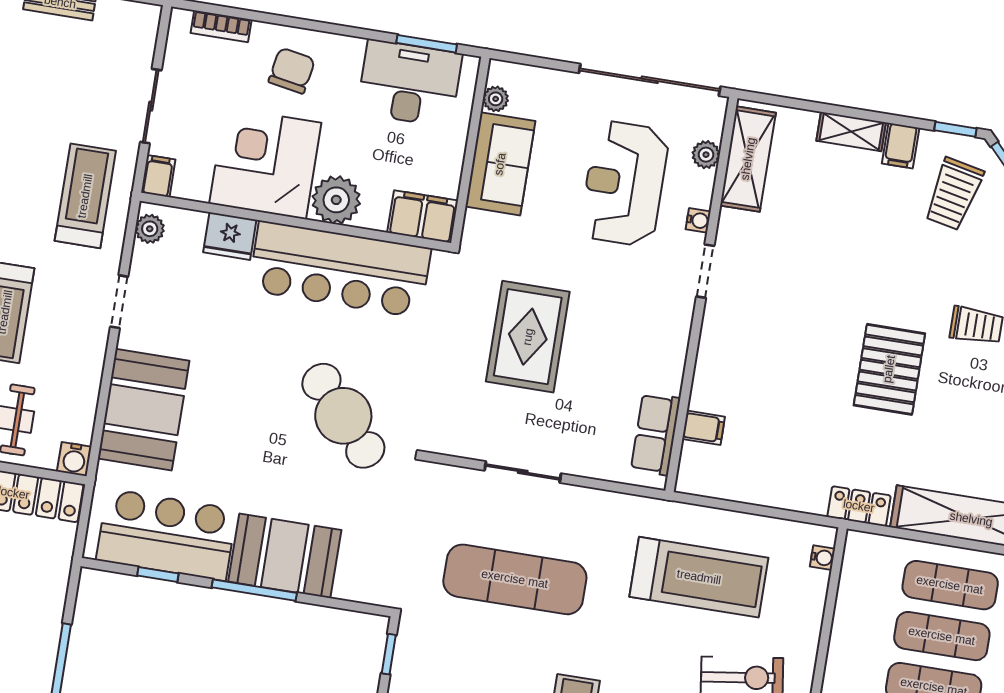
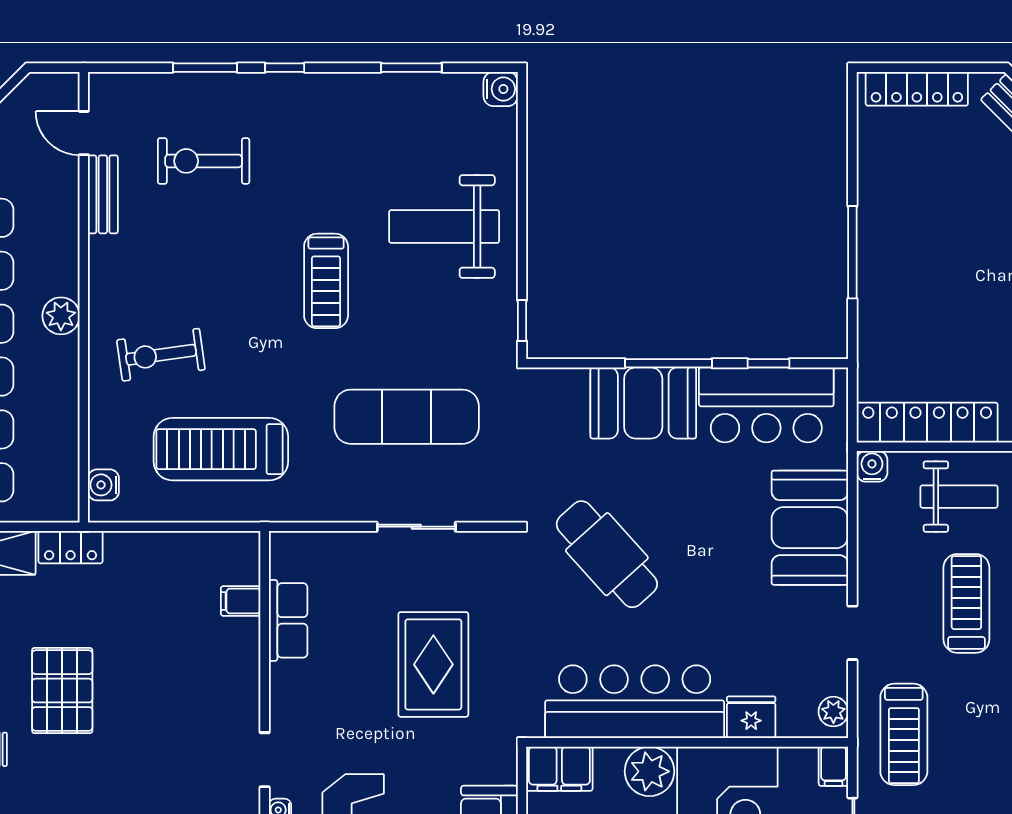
row of seats: (656, 434) -> (288, 620), moved
water cooler: (822, 558) -> (103, 485), width x1.38, depth x1.38

